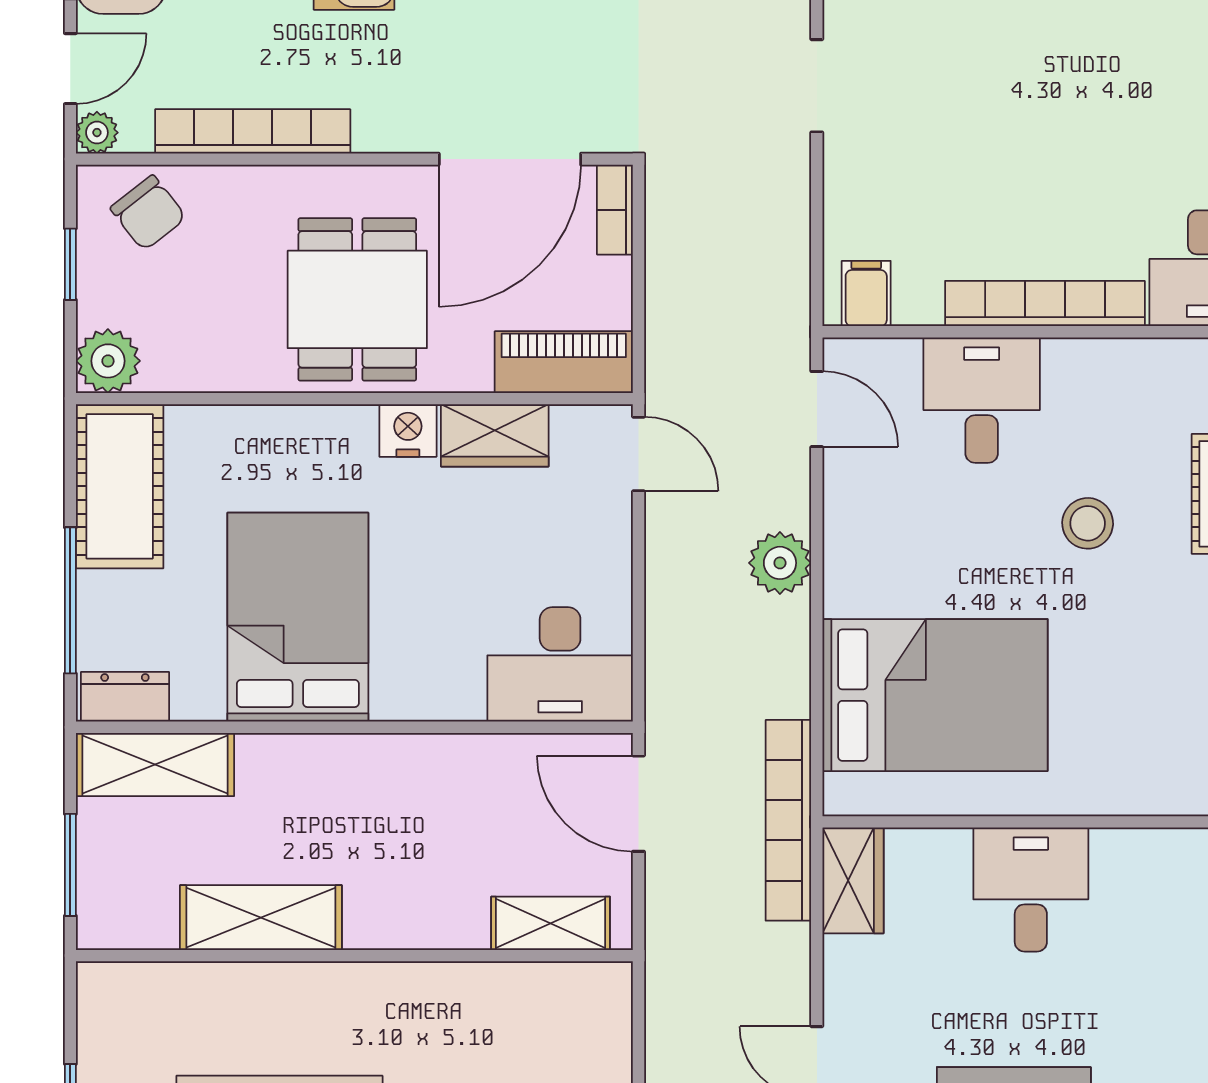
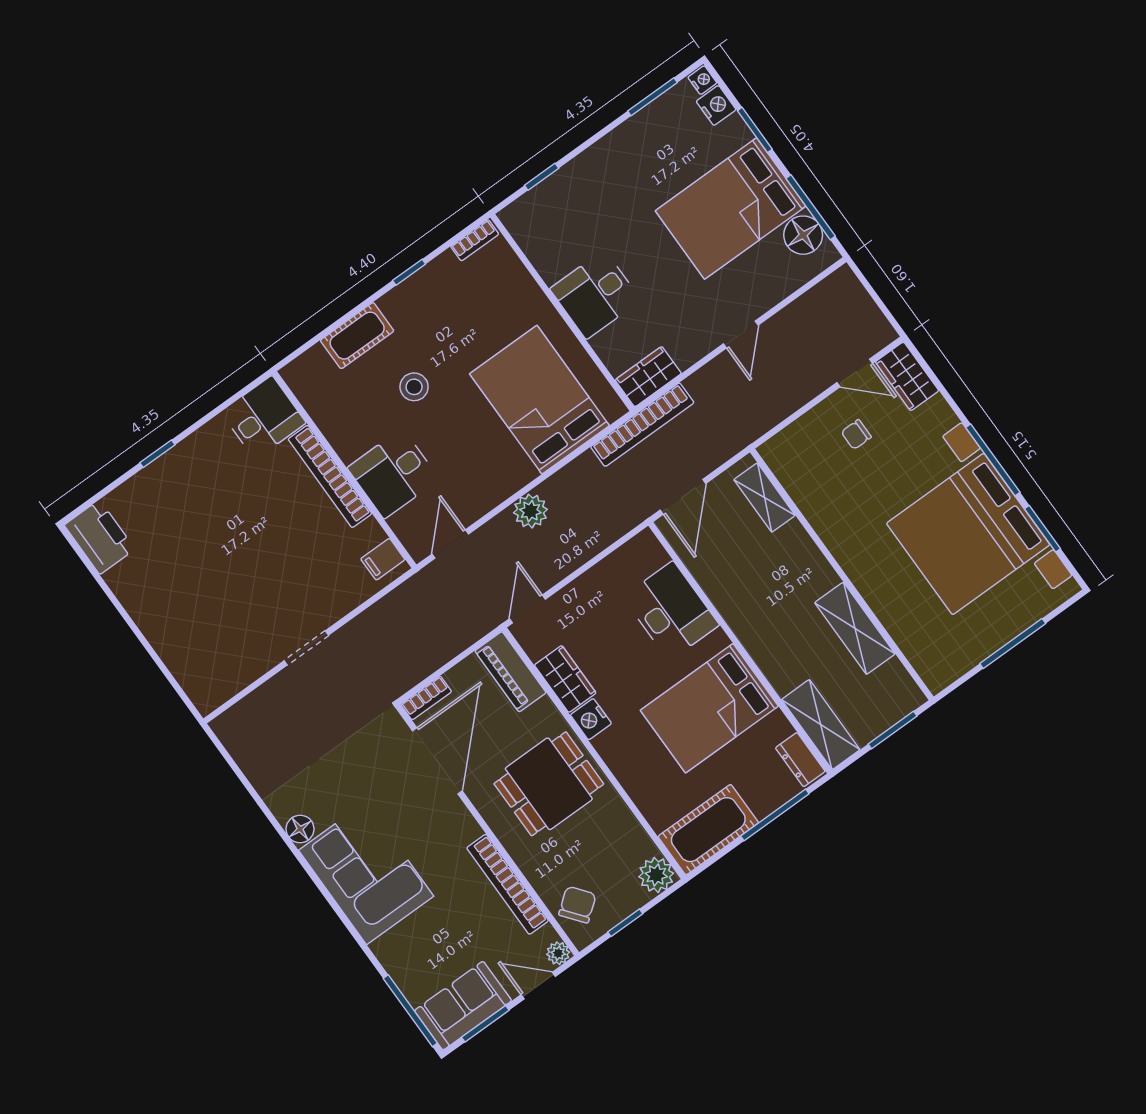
door: (510, 159) -> (437, 761), hinge flipped
desk: (560, 664) -> (671, 611), moved

